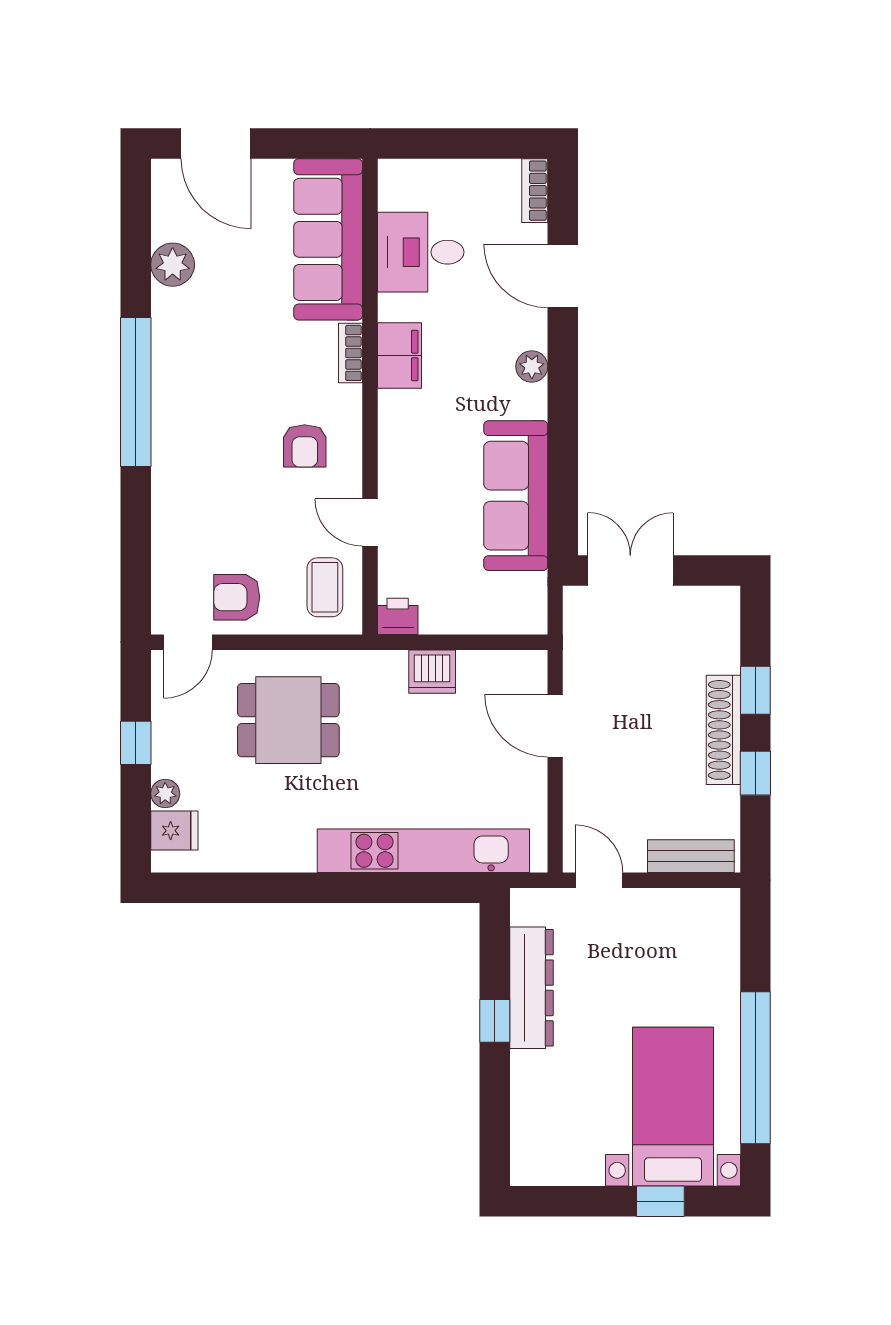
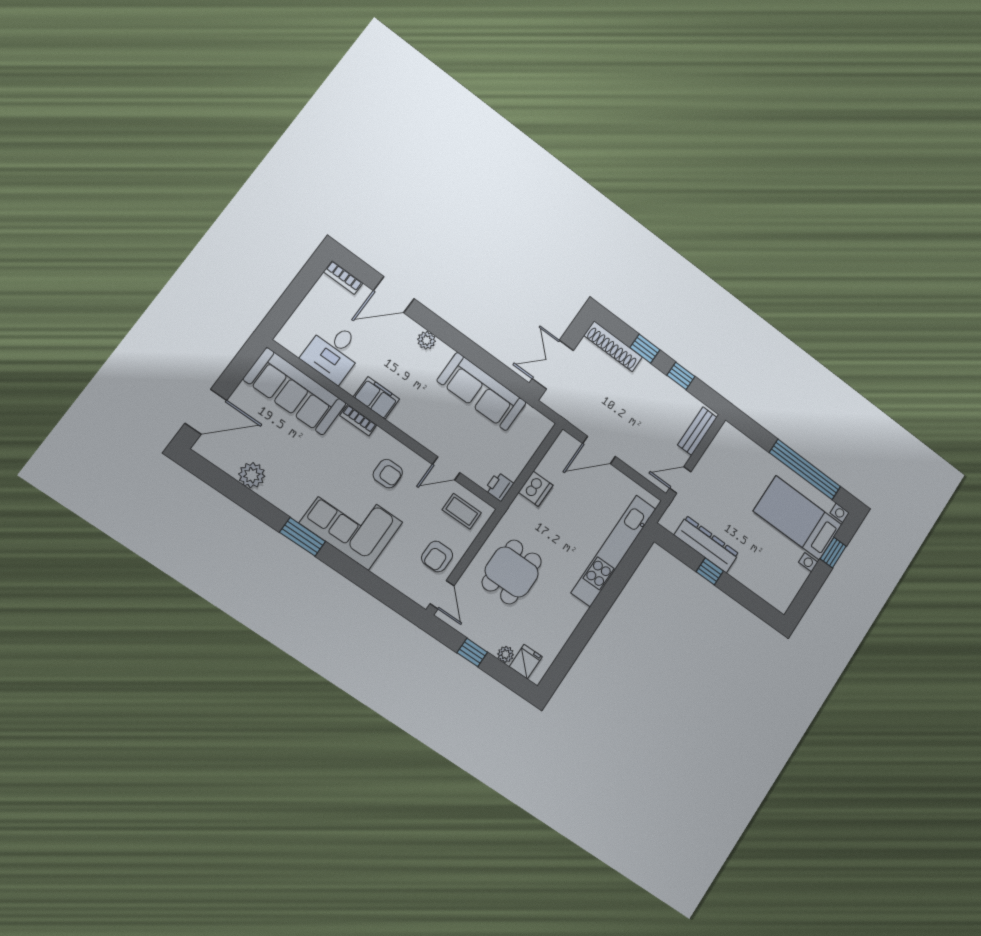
window: (136, 392) -> (303, 537), width x0.47
corner sofa: (201, 444) -> (351, 523), added
shoe rack: (723, 730) -> (613, 346), moved

